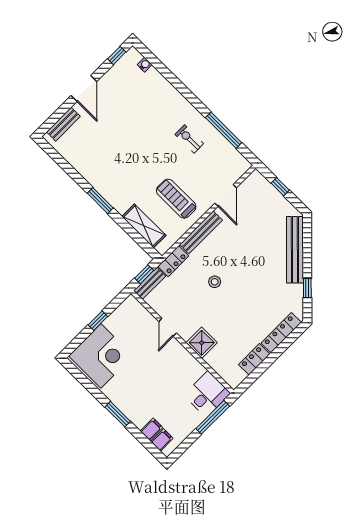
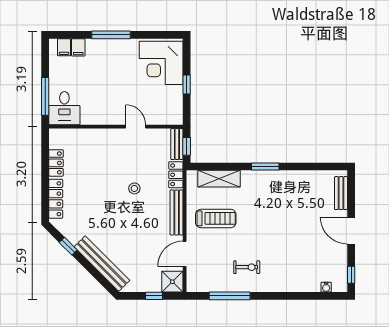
door: (226, 195) -> (185, 254), hinge flipped
shower: (202, 343) -> (172, 282), moved
window: (118, 414) -> (111, 35), width x1.44

